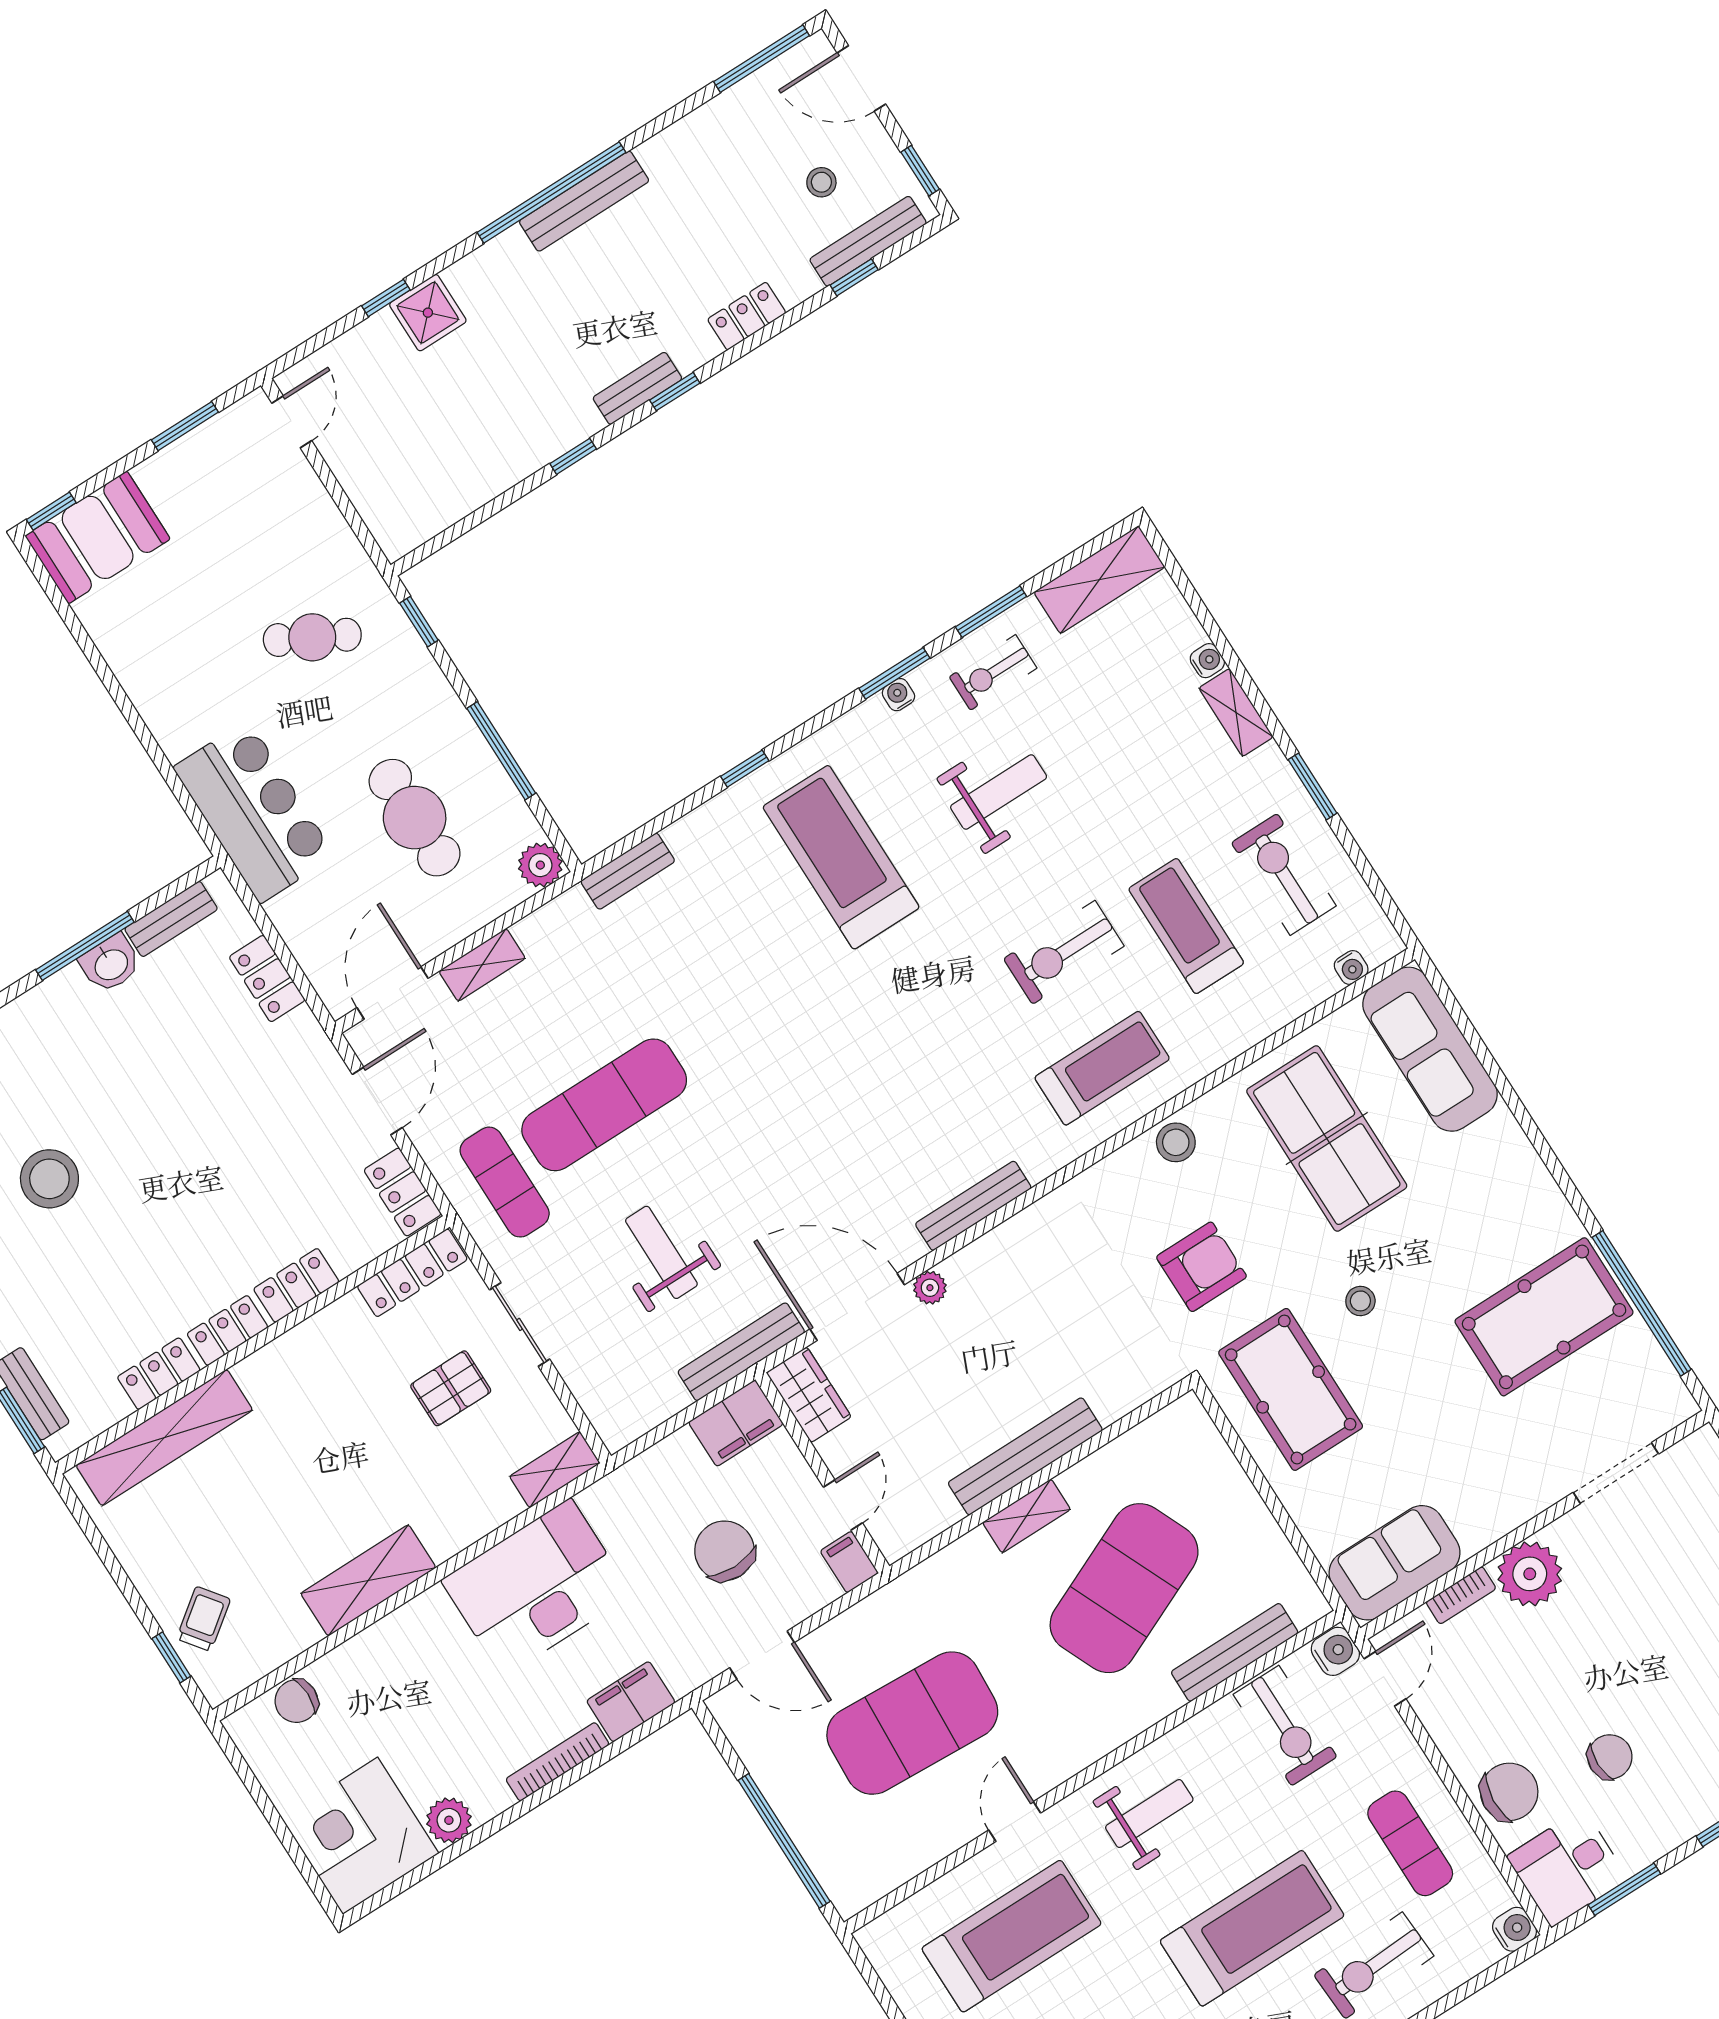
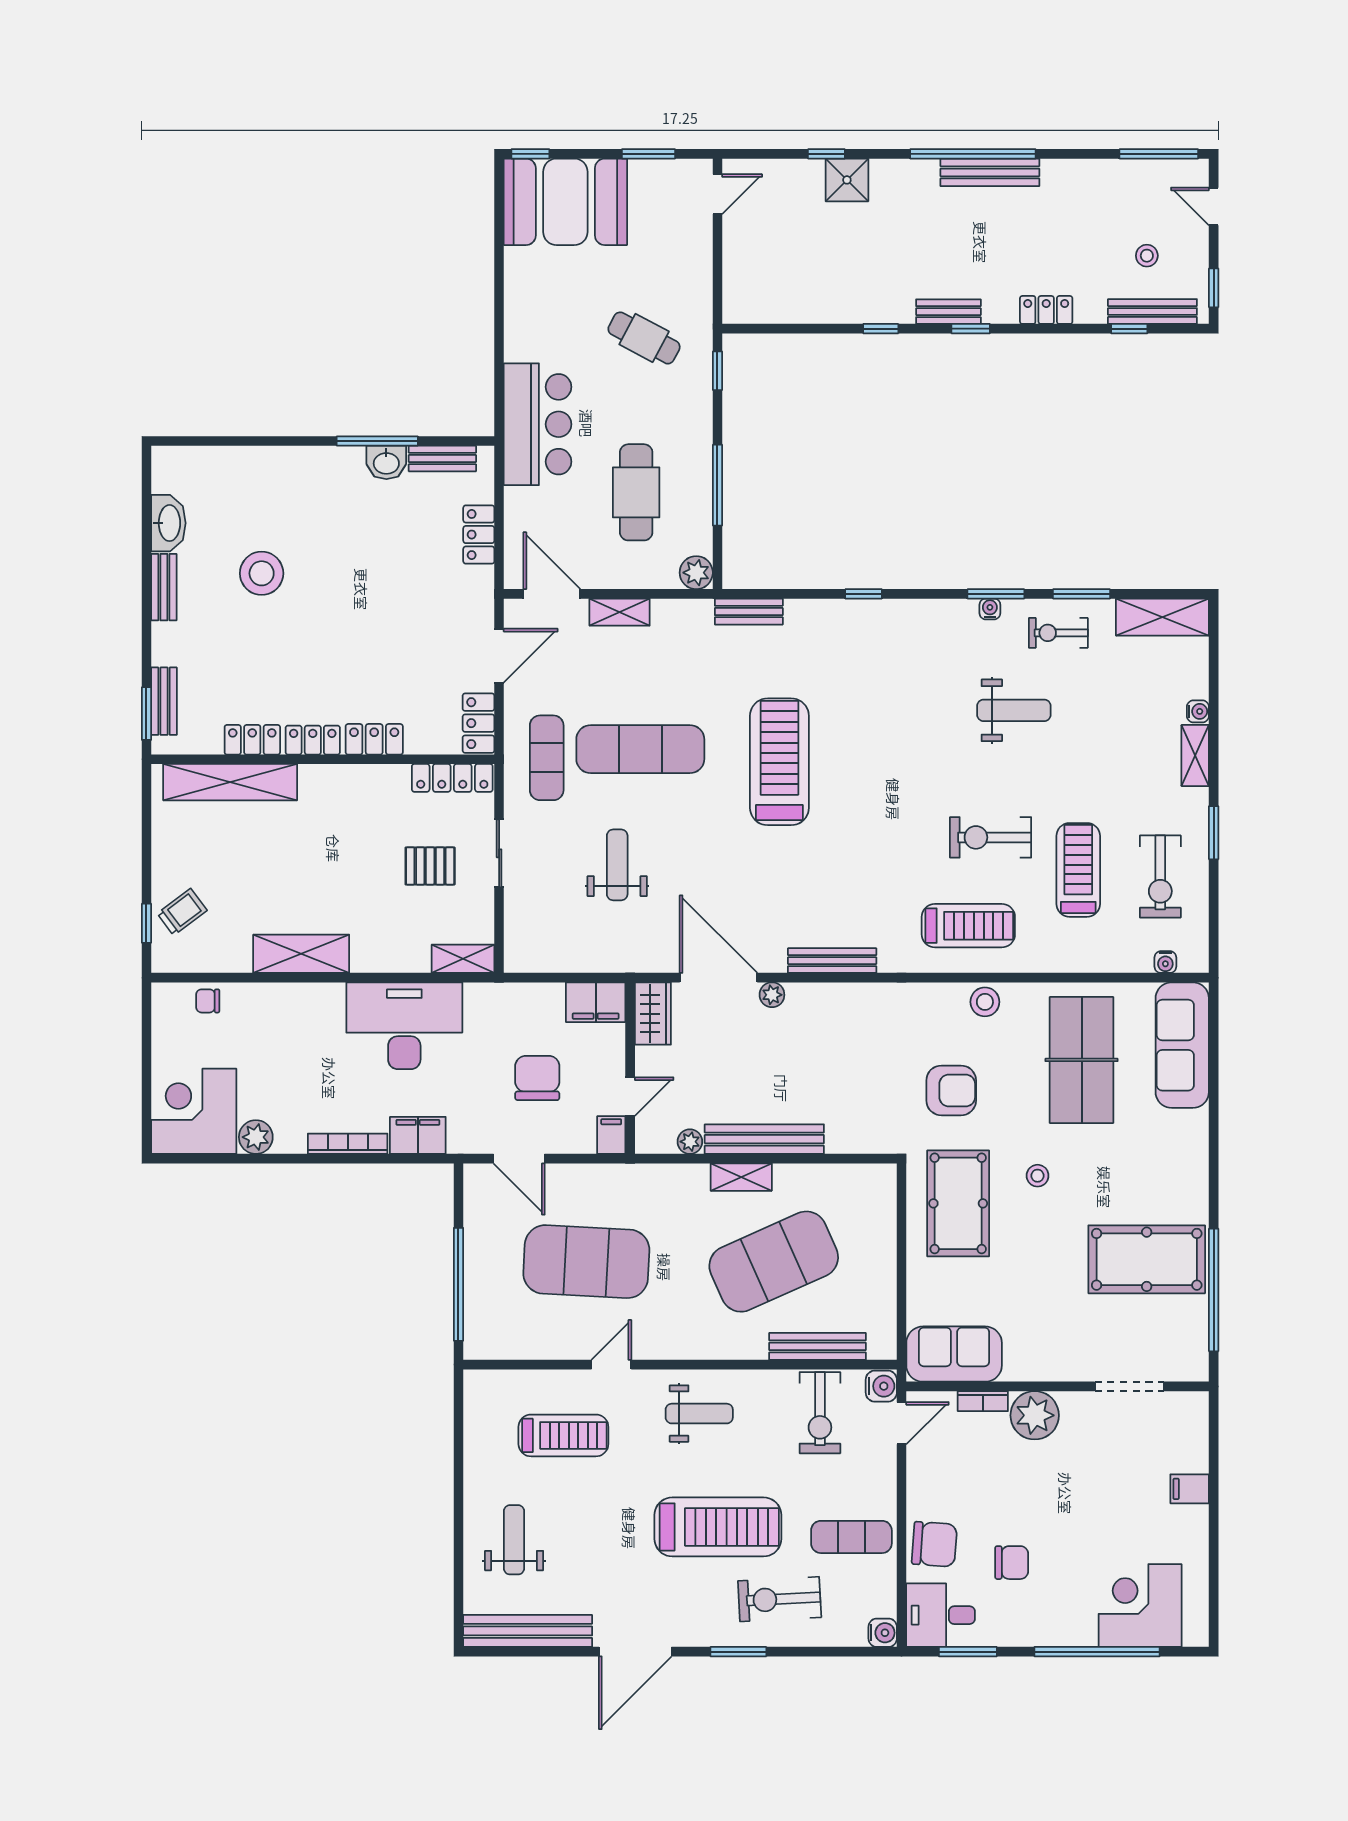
door: (861, 78) -> (1214, 206), width x0.73
booth: (98, 537) -> (565, 202), width x1.36, depth x1.42
treadmill: (841, 857) -> (779, 762), moved
exercise bike: (1284, 874) -> (1160, 876), turned 180
door: (392, 993) -> (552, 594), hinge flipped
bench: (741, 1352) -> (628, 959), removed
plant: (943, 1513) -> (690, 1142), added
chair: (296, 1701) -> (208, 1001), width x0.73, depth x0.73
exercise mat: (1410, 1843) -> (851, 1537), turned 90
treadmill: (1012, 1936) -> (563, 1435), width x0.73, depth x0.73

